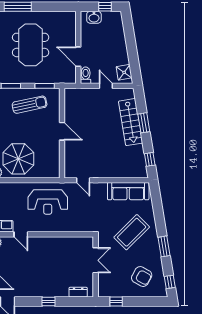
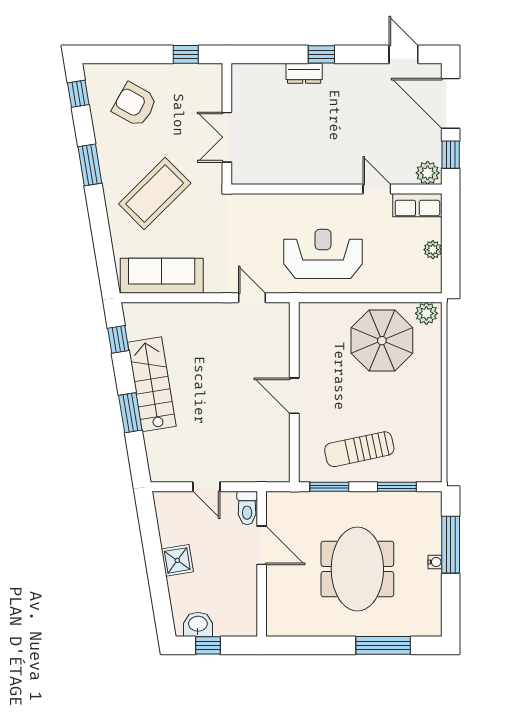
washbasin: (94, 17) -> (198, 624), moved
shower: (124, 72) -> (177, 560), moved
stairs: (131, 122) -> (152, 384), moved
dresser: (78, 292) -> (304, 73), moved

